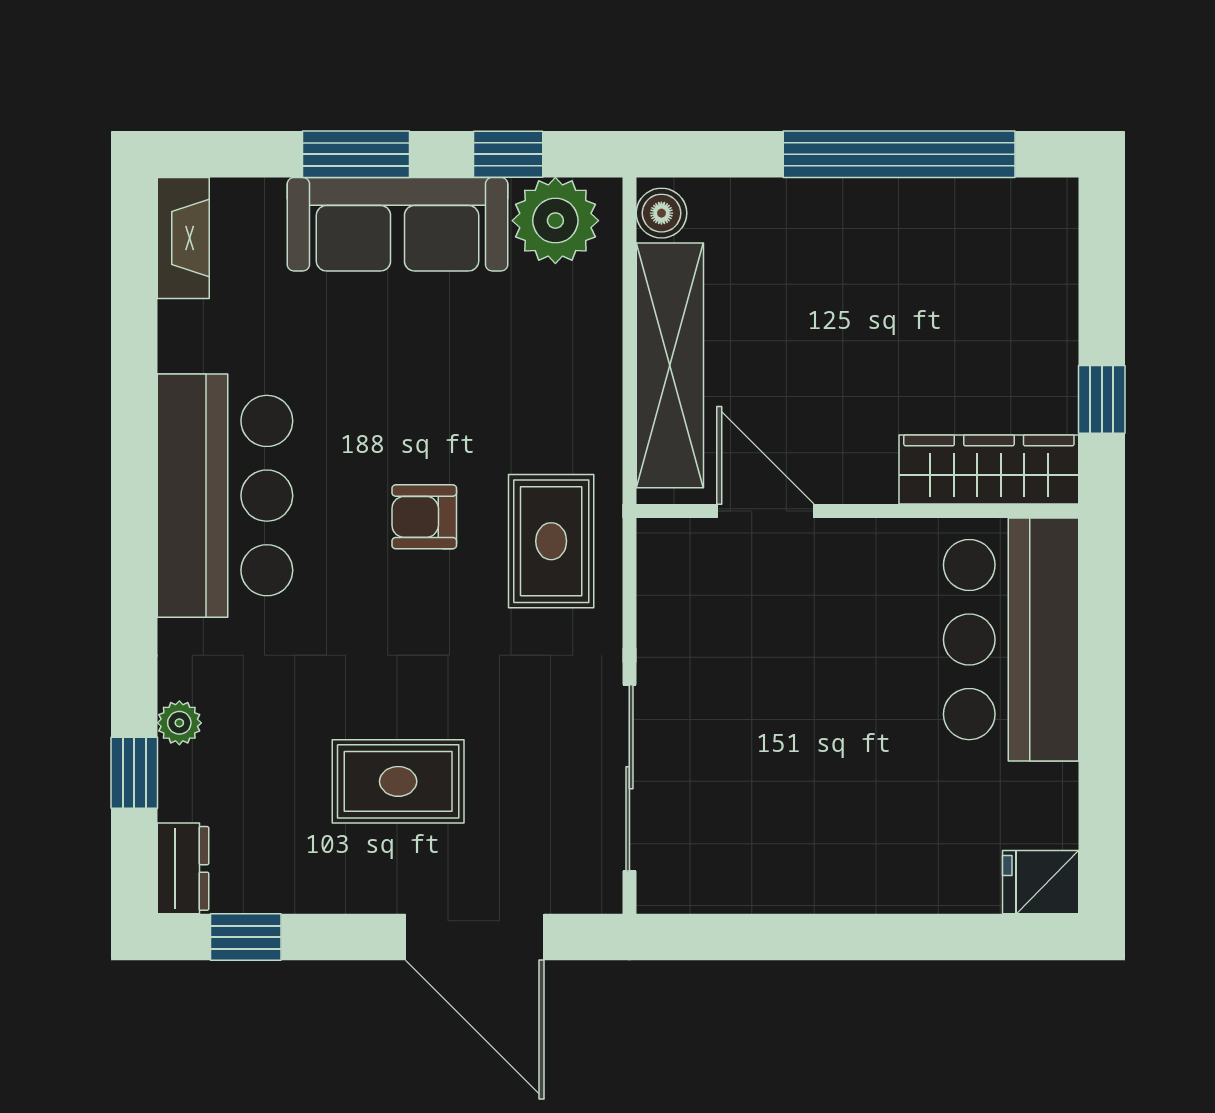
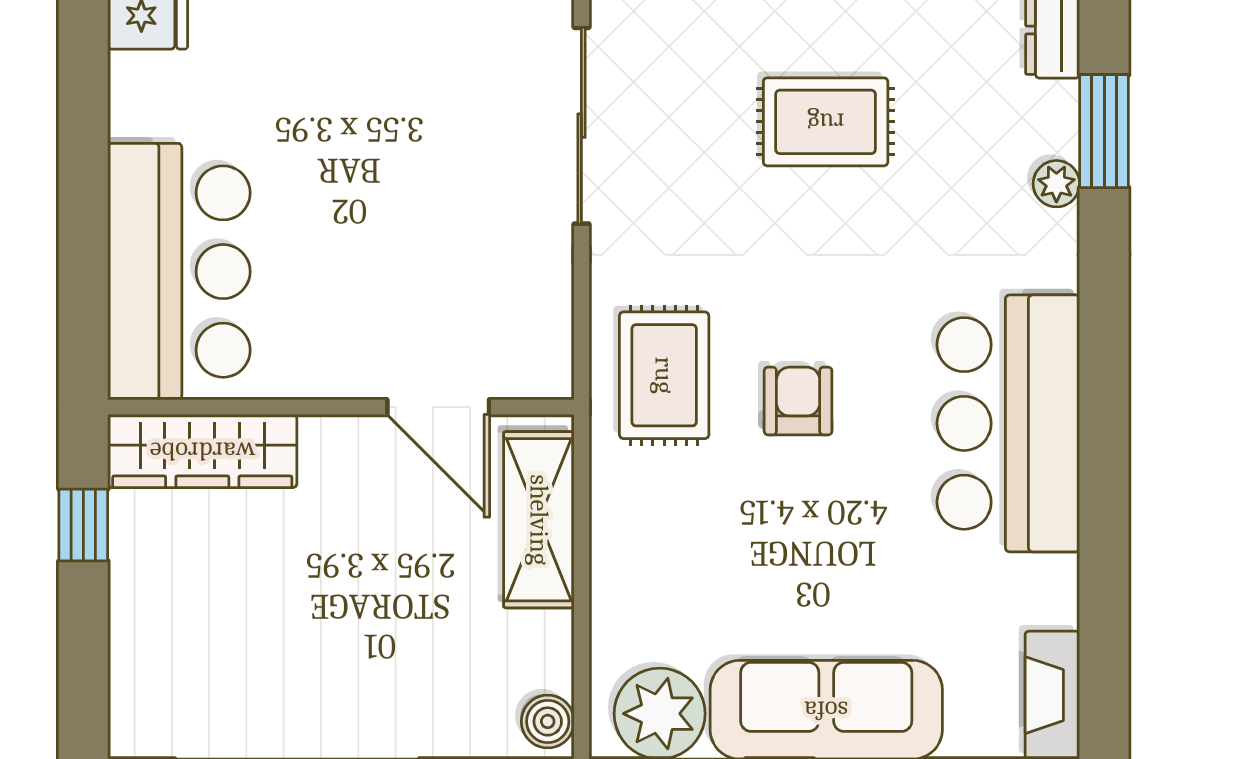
shelving: (670, 365) -> (539, 520), width x0.68
armchair: (424, 517) -> (798, 401), turned -90
window: (134, 773) -> (1104, 131), width x1.50

